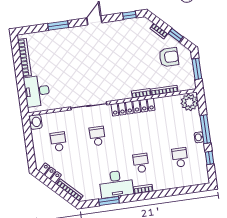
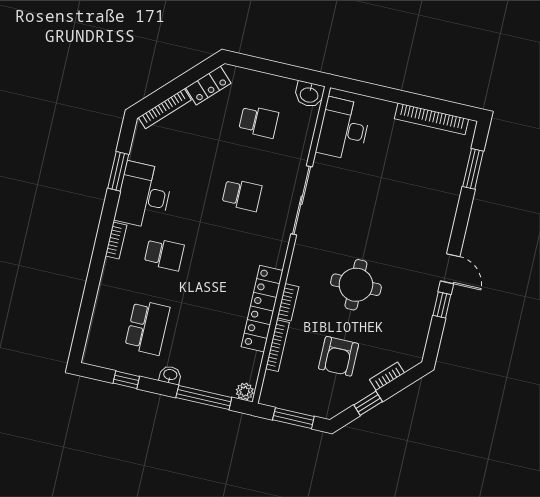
window: (129, 15) -> (442, 305), moved
window: (58, 25) -> (473, 169), moved
armchair: (169, 57) -> (339, 356), moved
round table: (120, 63) -> (356, 285), added
desk: (37, 91) -> (344, 129), moved, turned -90
plant: (190, 102) -> (245, 391), width x0.53, depth x0.53
locker: (133, 107) -> (262, 309), moved
window: (205, 129) -> (204, 398), moved
school desk: (180, 157) -> (147, 327), width x1.85

